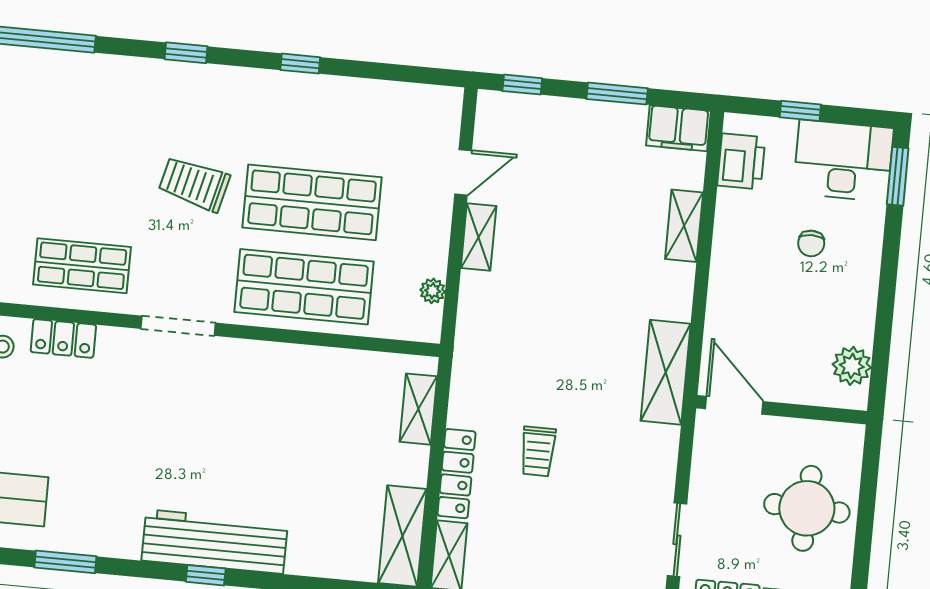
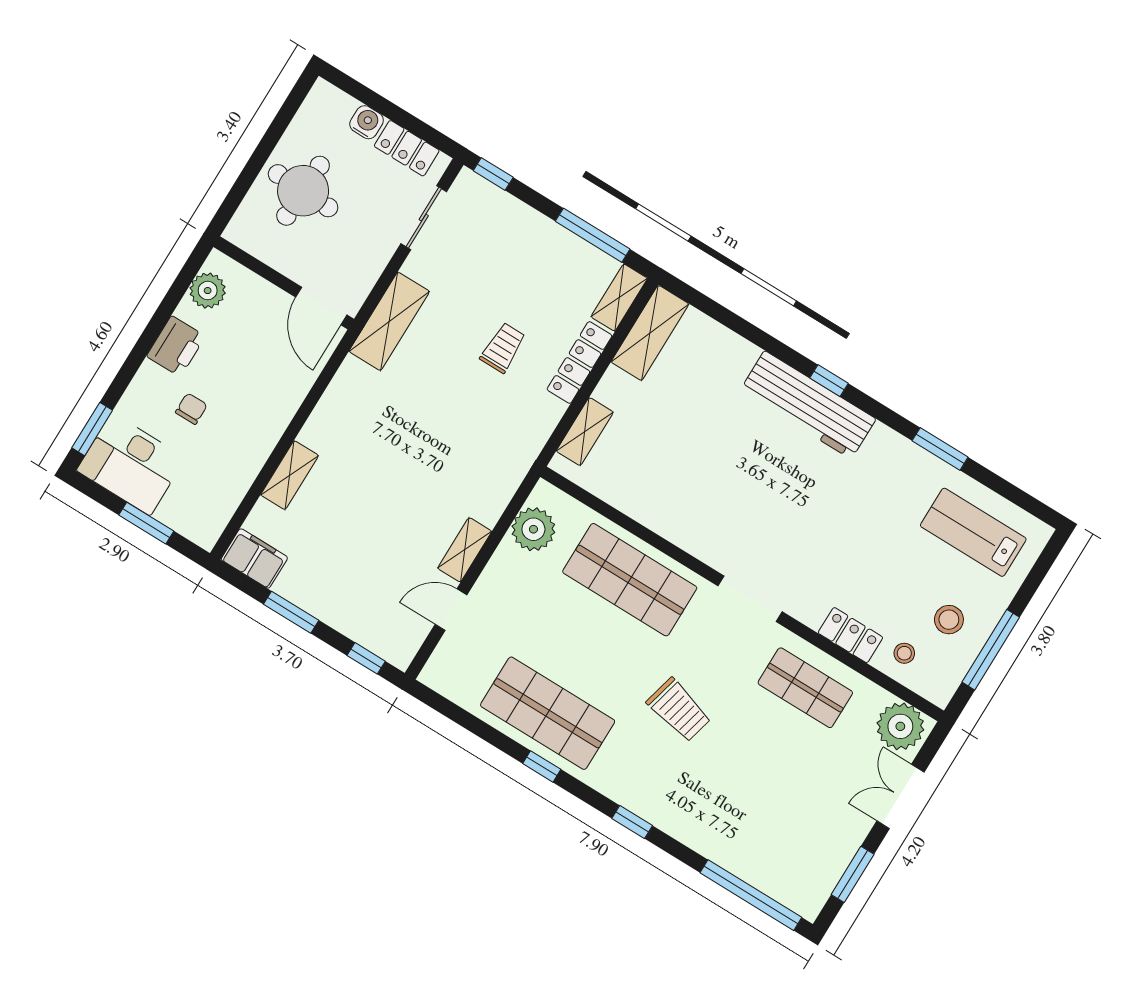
window: (800, 111) -> (146, 523), width x1.50
printer: (741, 161) -> (176, 346), moved, turned 180
shop shelf: (312, 202) -> (548, 713), moved
plant: (433, 291) -> (533, 529), width x1.88, depth x1.88
shelving: (666, 372) -> (389, 321), moved

